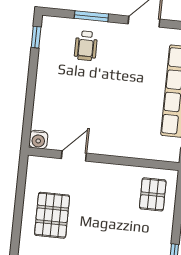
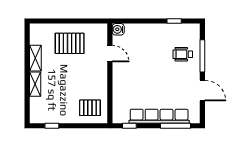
window: (91, 16) -> (202, 56), width x1.44
window: (36, 37) -> (174, 21), moved

